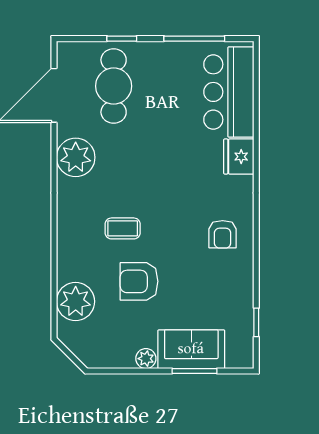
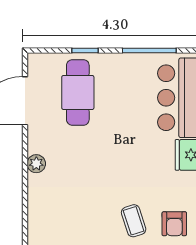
plant: (76, 157) -> (36, 164), width x0.53, depth x0.53
coffee table: (123, 228) -> (134, 221), moved, turned 72

